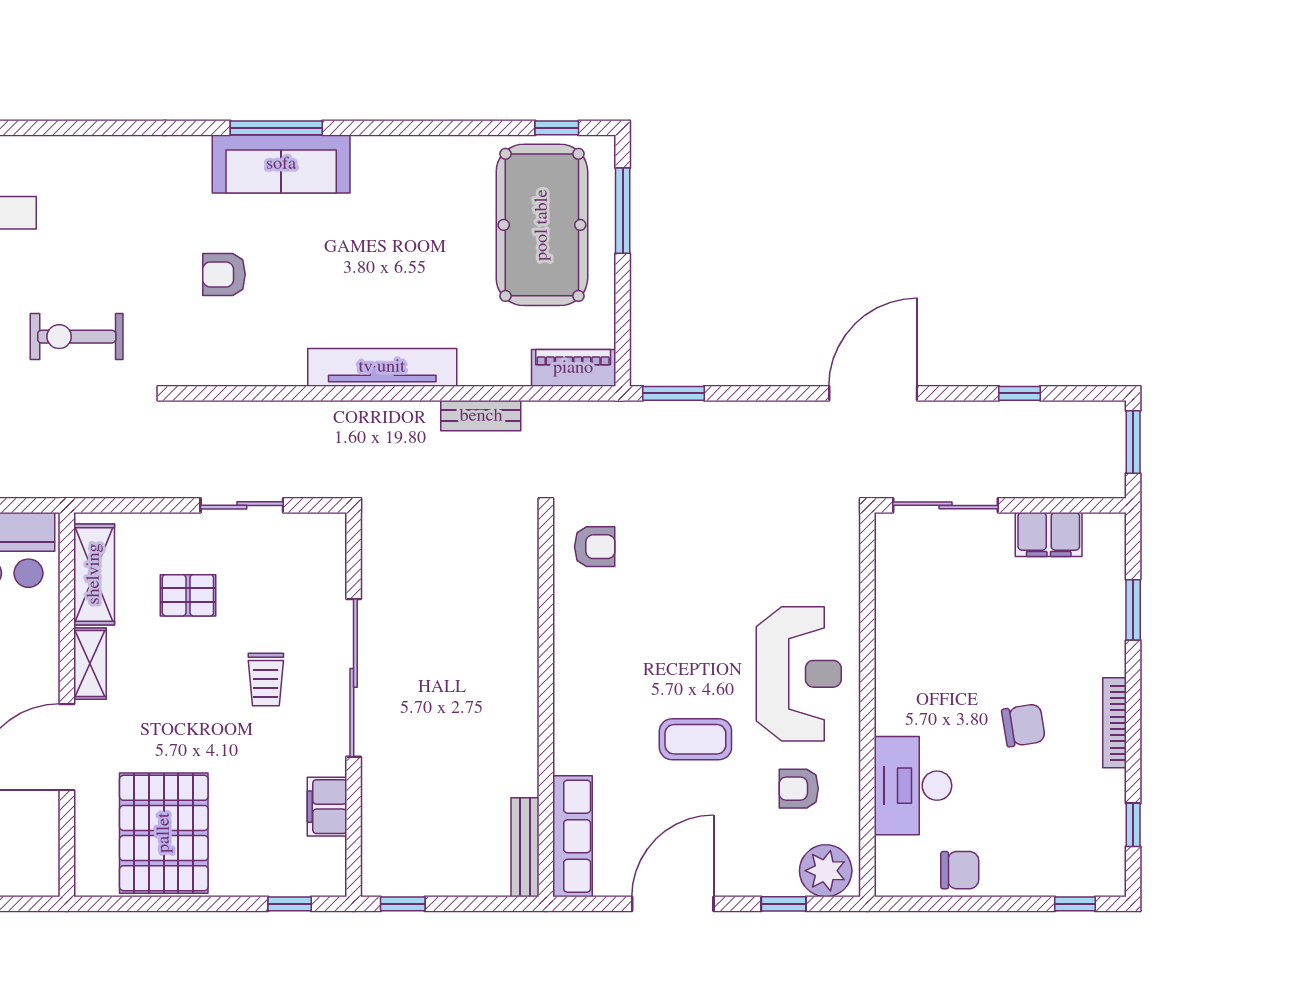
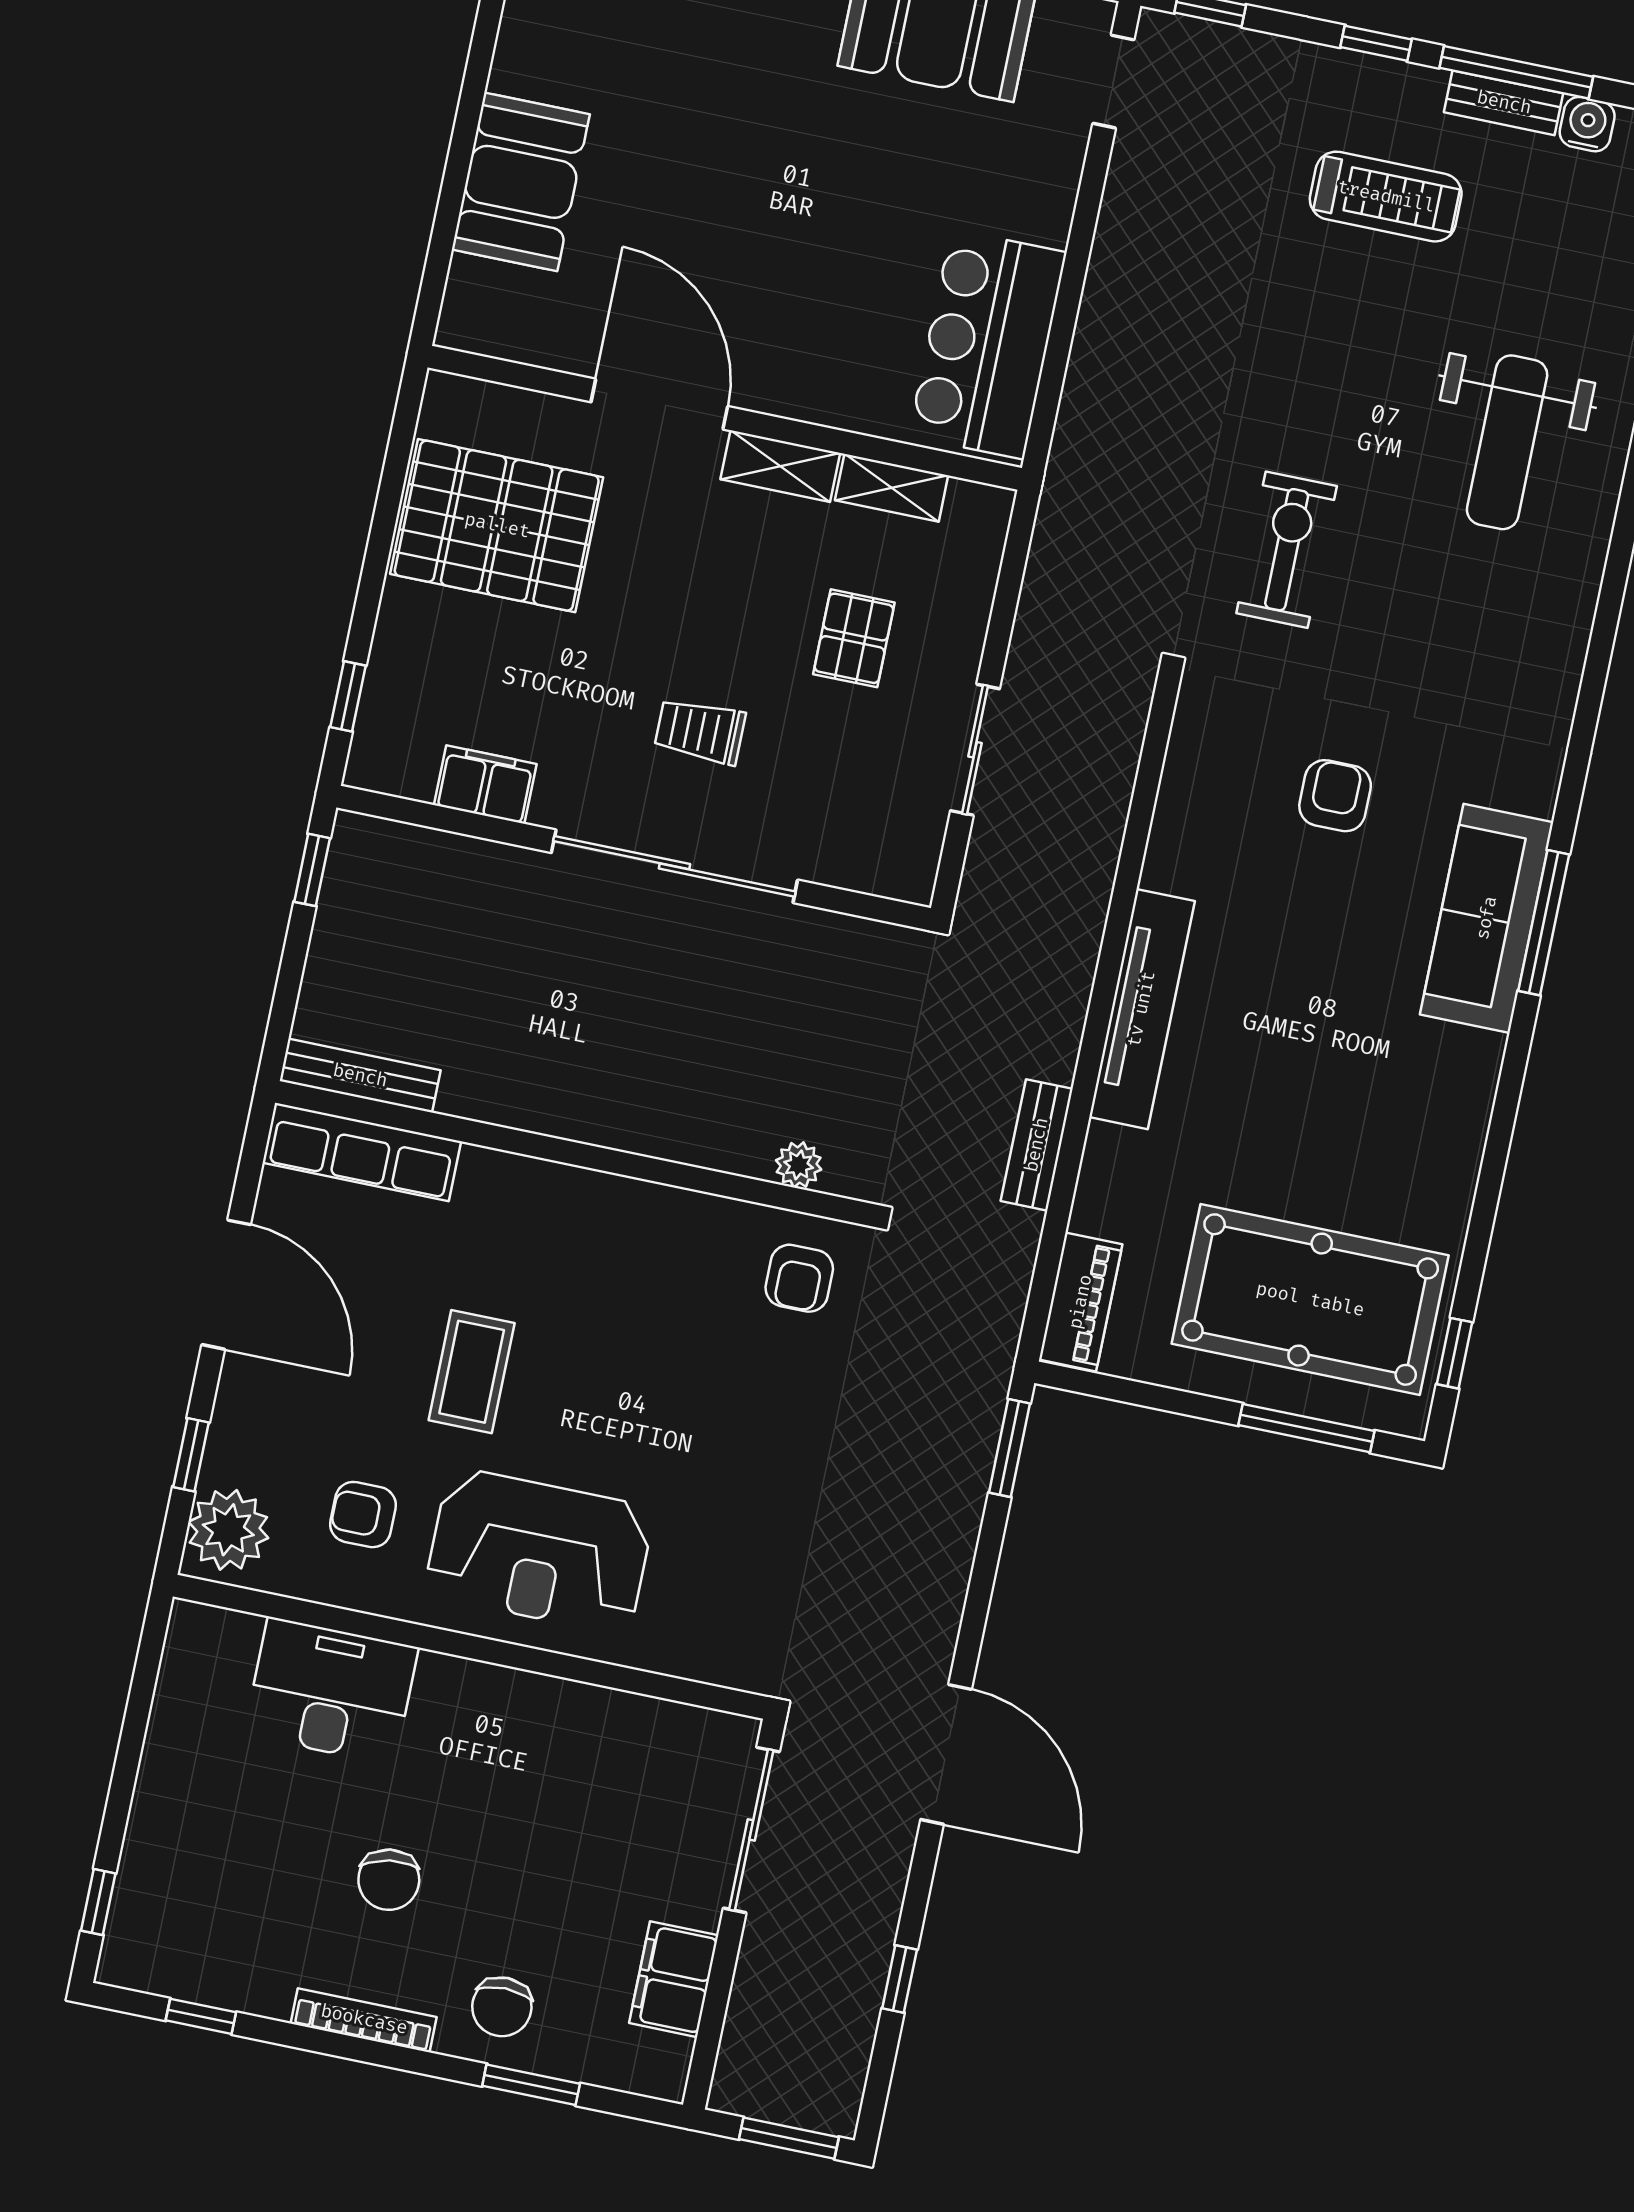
plant: (524, 562) -> (799, 1165), added
shelving: (94, 574) -> (892, 488), width x0.67, depth x0.75
armchair: (799, 789) -> (363, 1515), turned -90
chair: (960, 870) -> (502, 2007), moved

